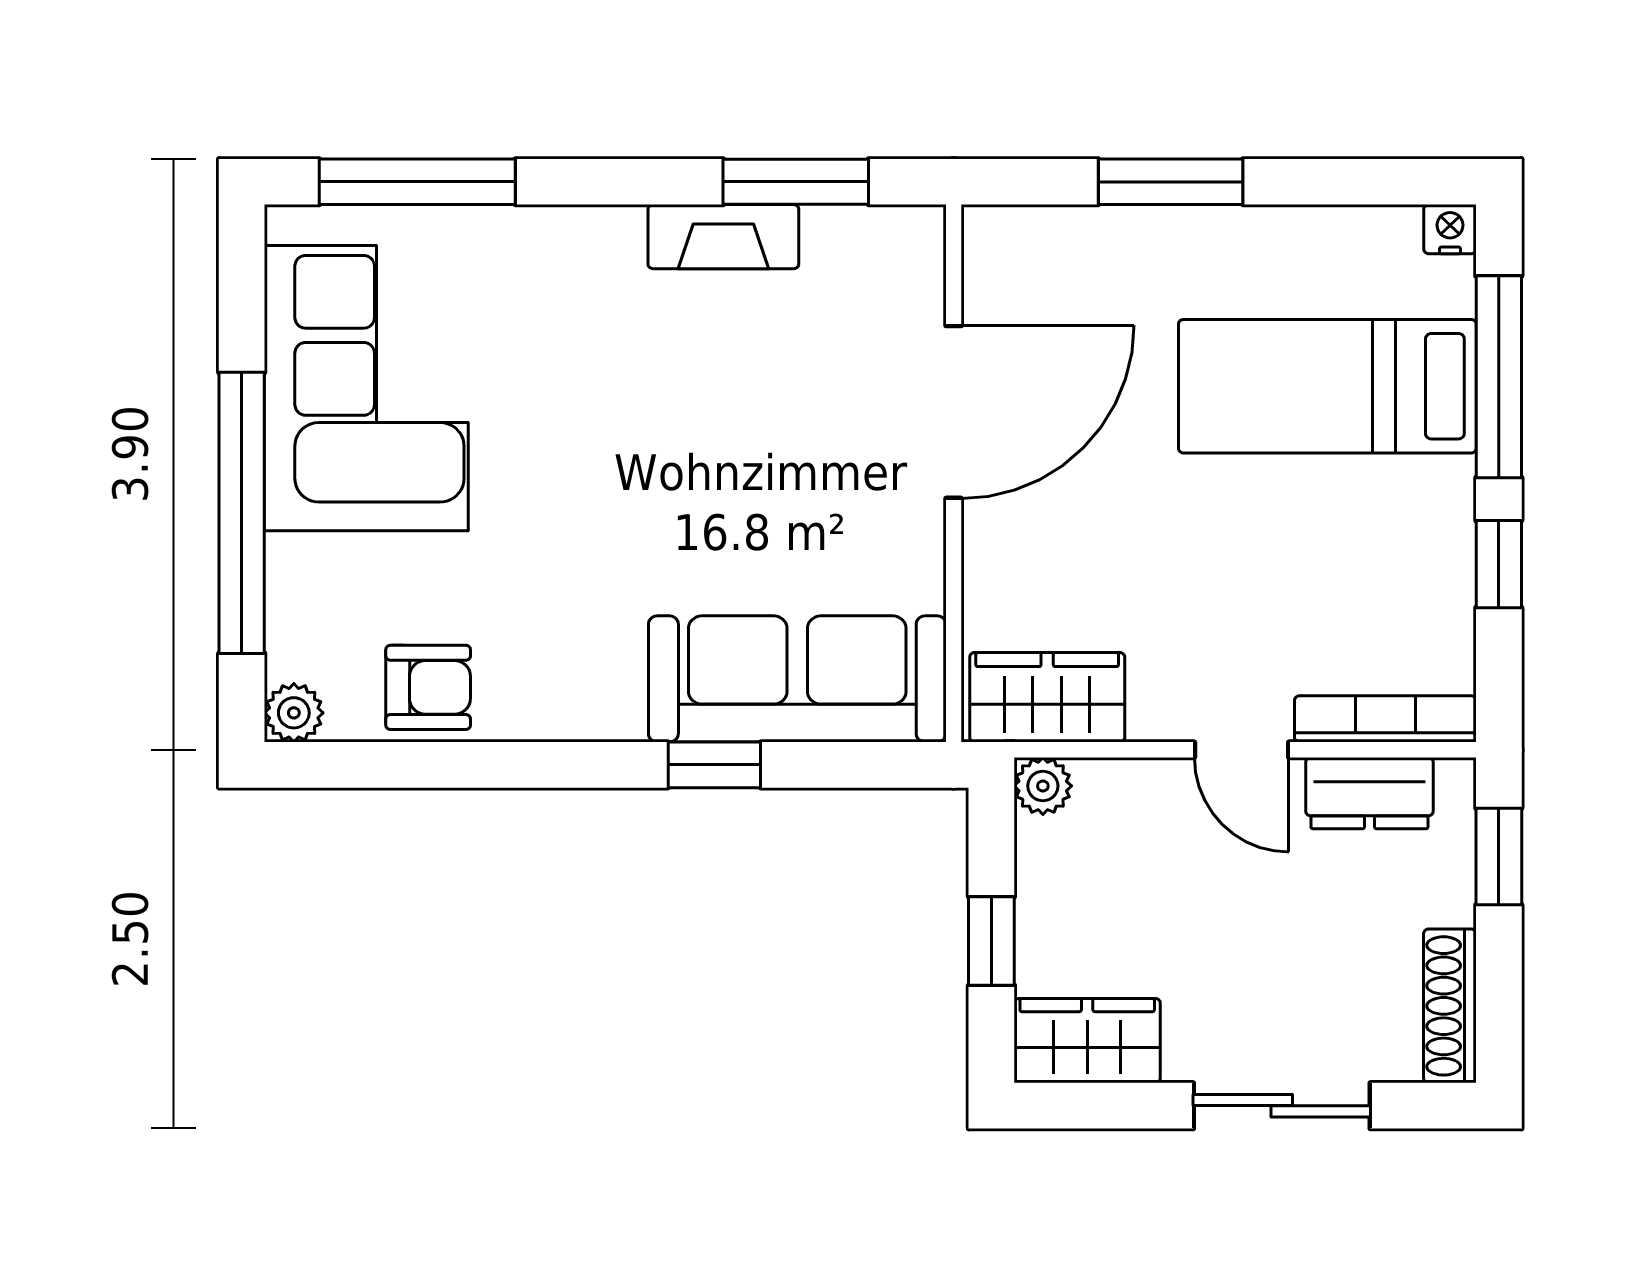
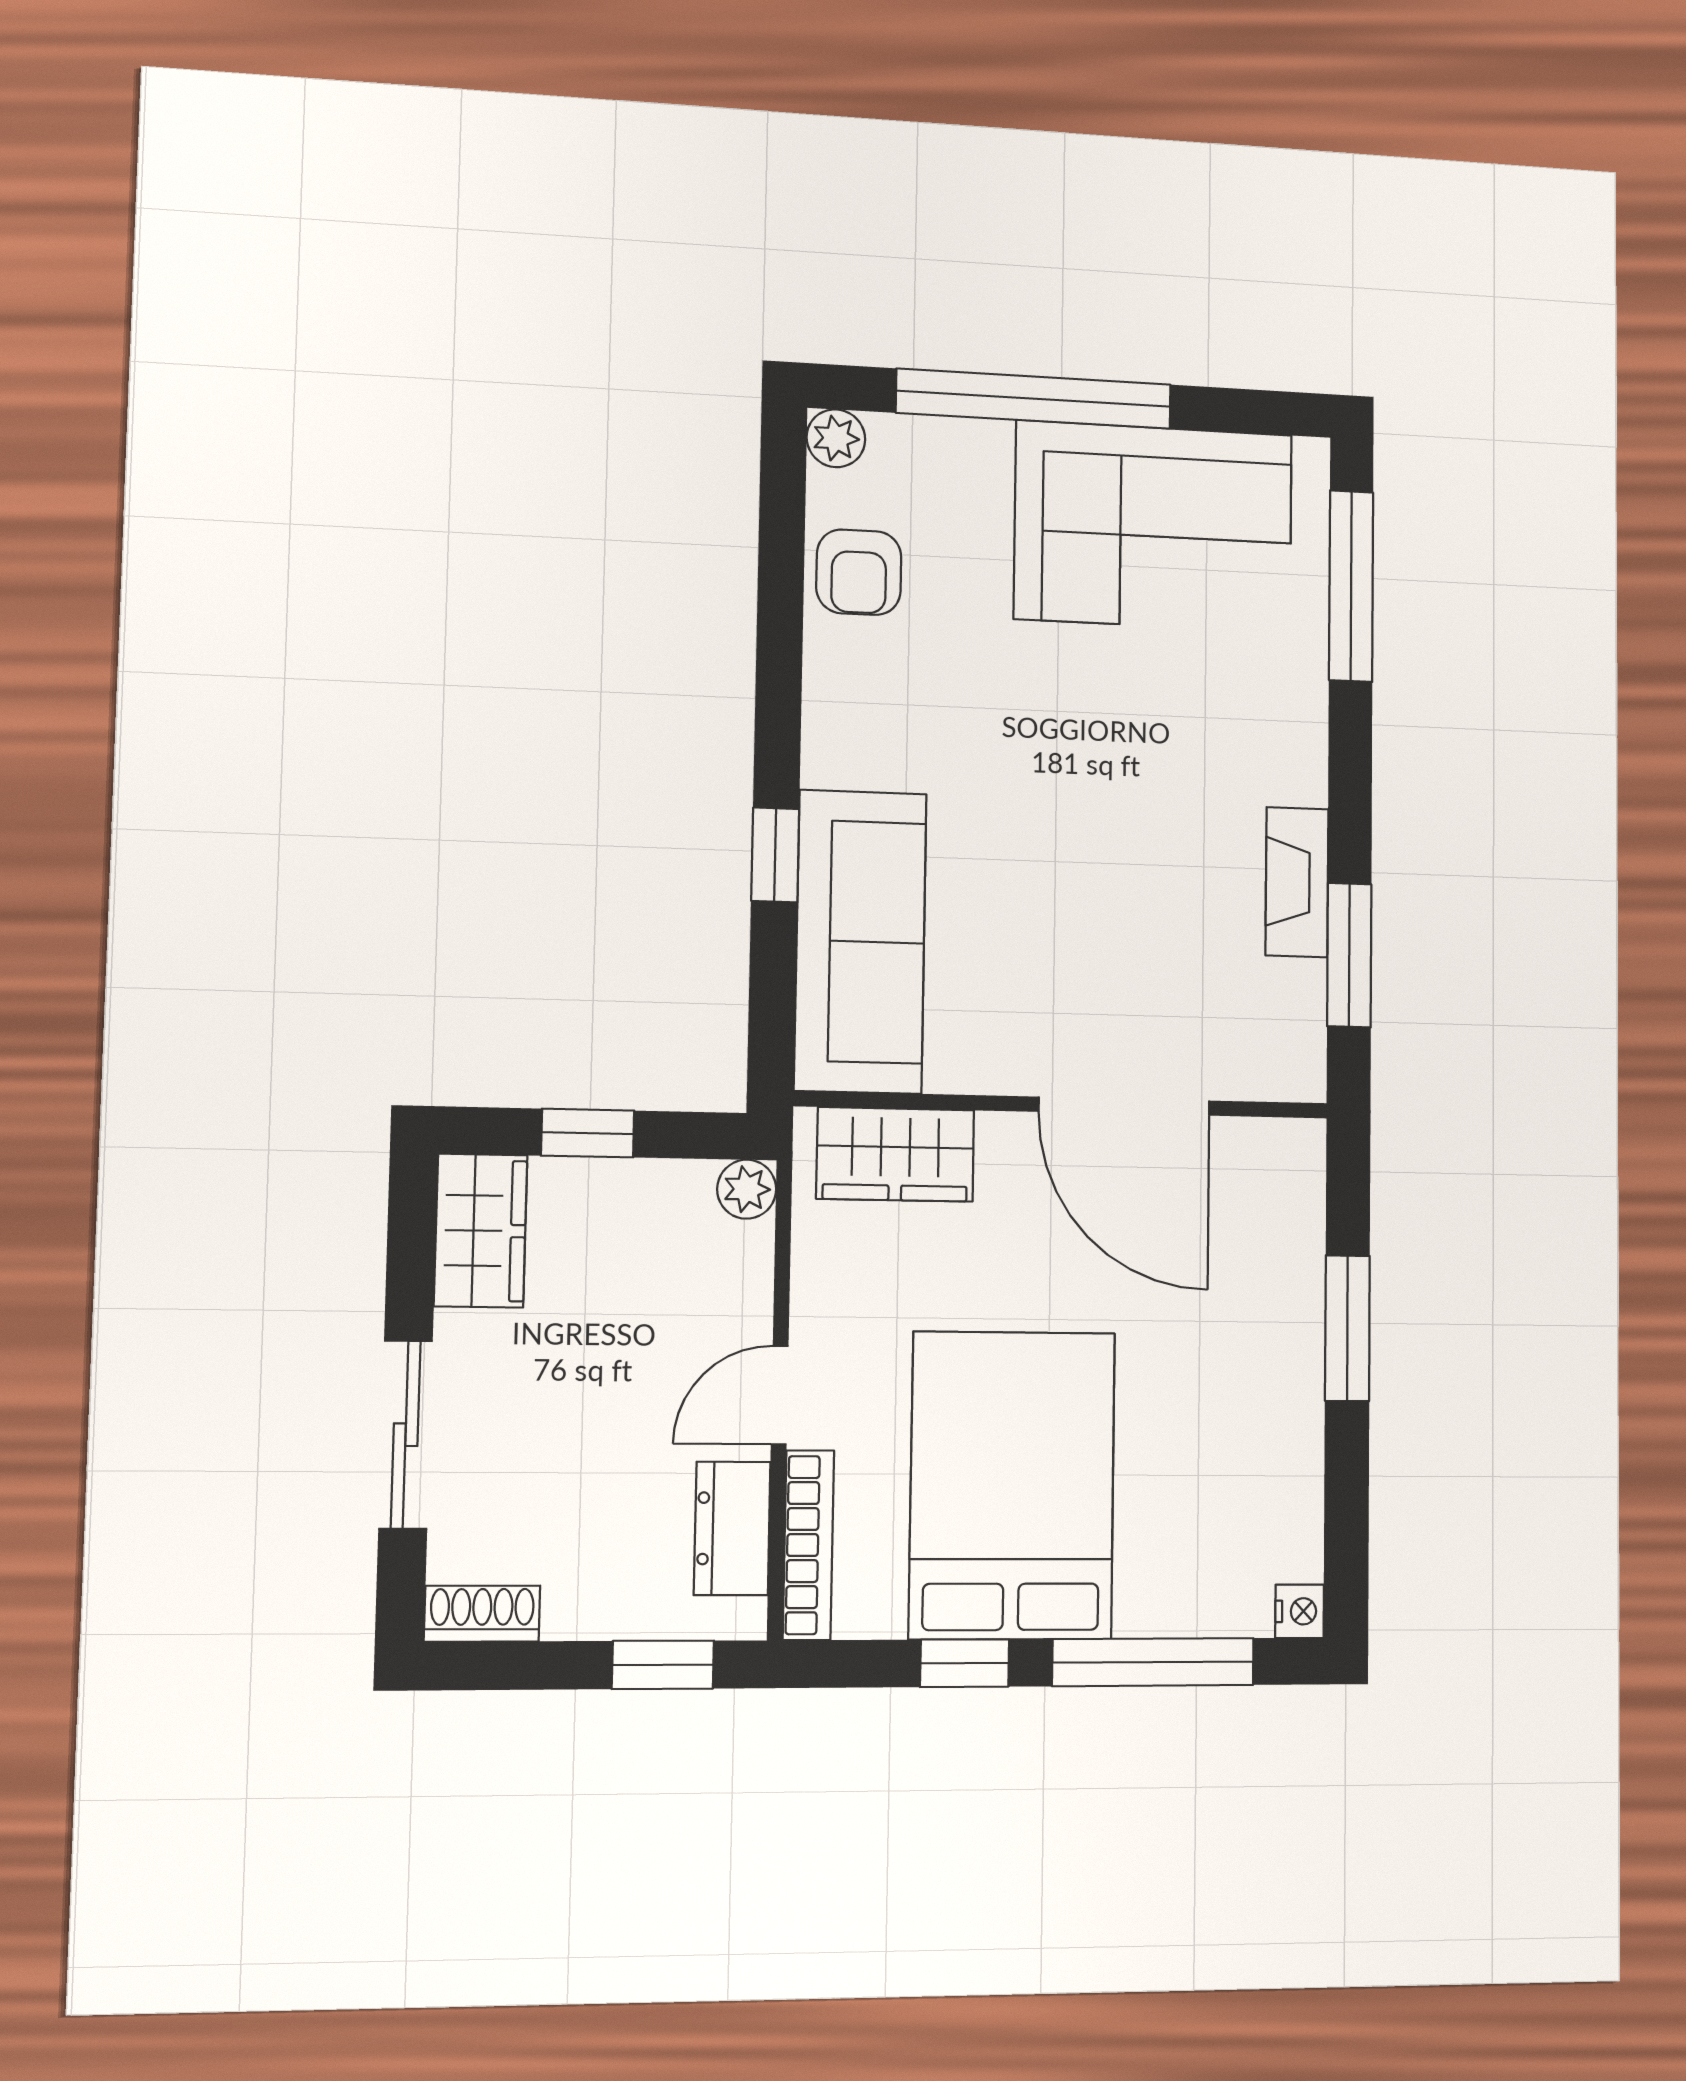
bed: (1327, 386) -> (1012, 1485), moved, width x1.50
wardrobe: (1047, 697) -> (895, 1154), moved, turned 90
shoe rack: (1450, 1006) -> (482, 1614), width x0.70

